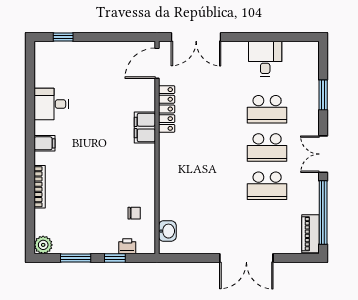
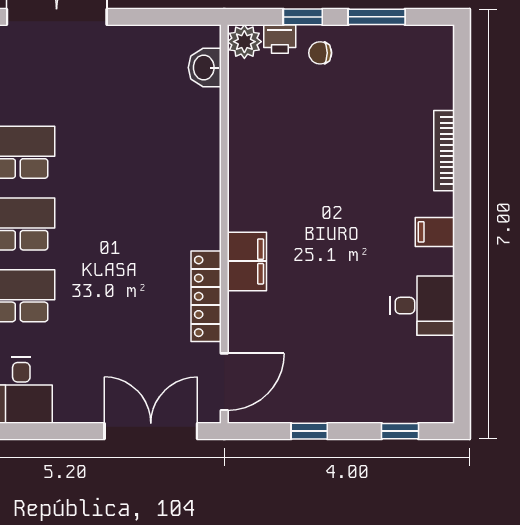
window: (112, 37) -> (309, 431), added
chair: (134, 213) -> (320, 53), moved
plant: (43, 245) -> (244, 42), moved

